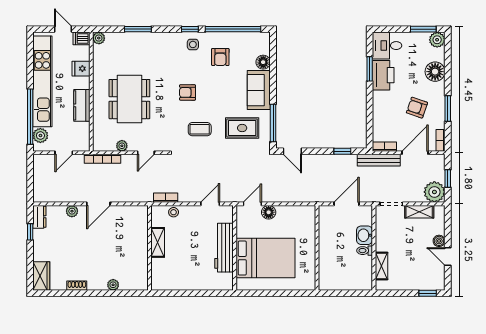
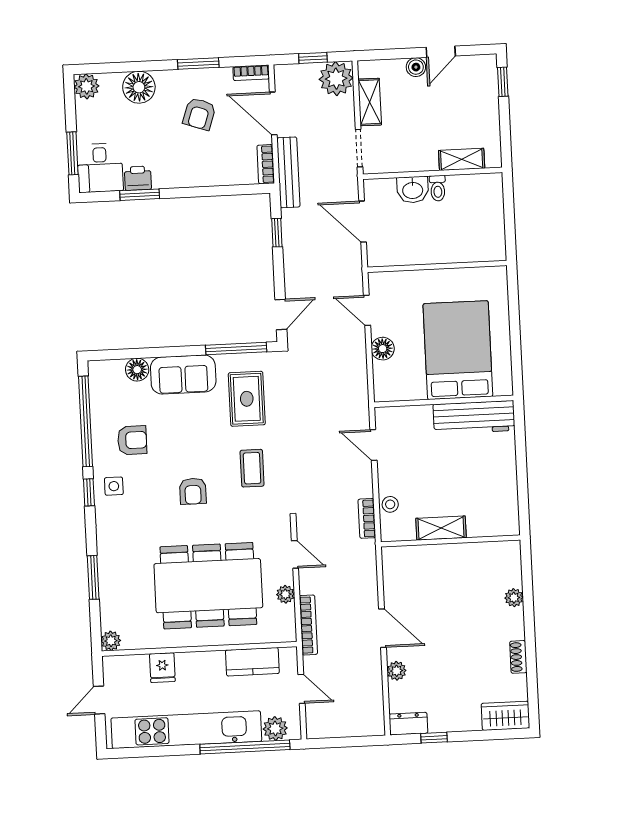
window: (423, 29) -> (72, 153), moved
dishwasher: (81, 38) -> (113, 669), removed
printer: (383, 75) -> (138, 178), width x0.53, depth x0.68
dining table: (129, 99) -> (208, 586), width x1.36, depth x1.24
kitchen counter: (82, 105) -> (252, 662), moved
door: (252, 204) -> (367, 310), moved
workbench: (224, 248) -> (474, 417), moved

